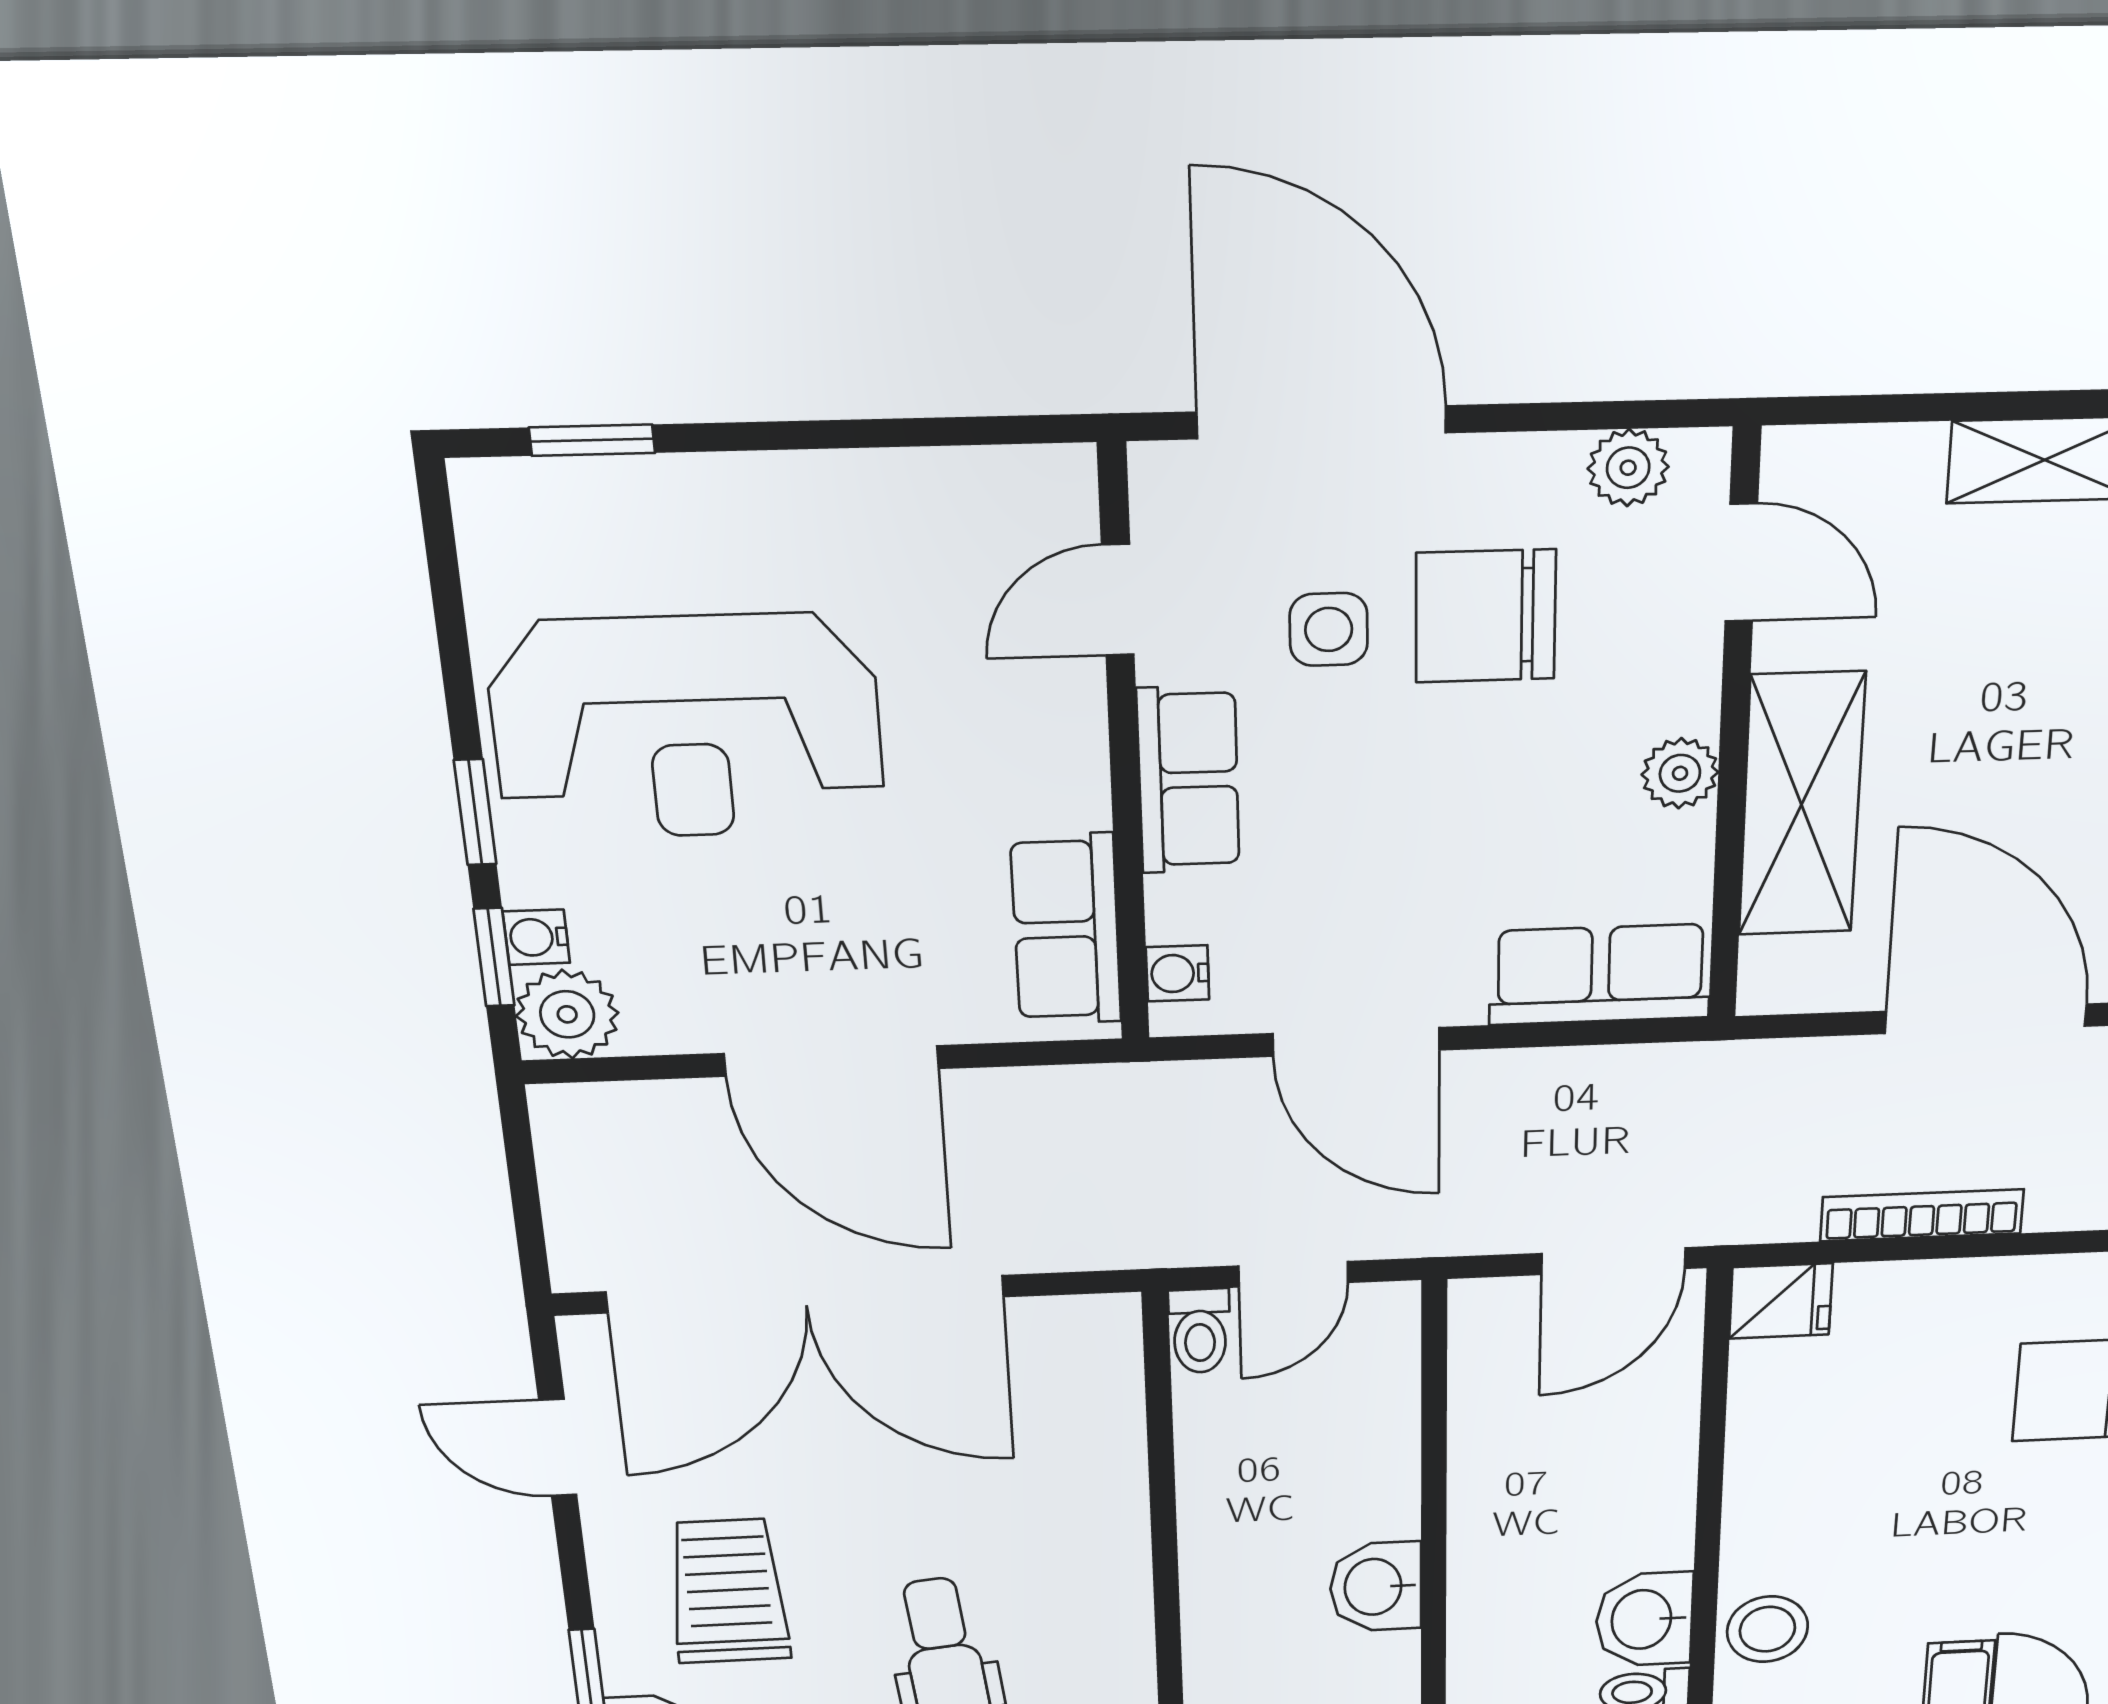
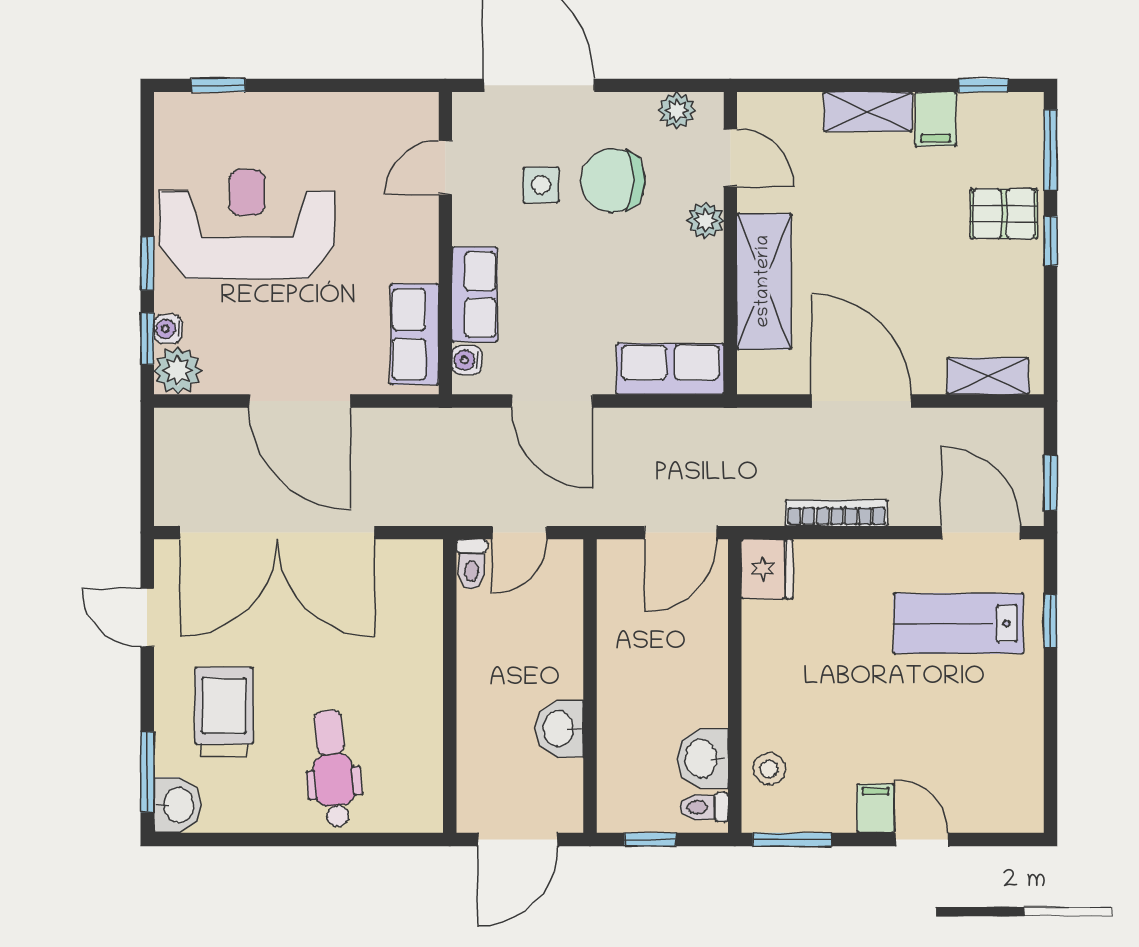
reception desk: (687, 727) -> (247, 224), turned 180
plant: (1680, 773) -> (706, 220), moved
row of seats: (1188, 780) -> (475, 295), moved
fridge: (1781, 1301) -> (767, 569), width x1.38
stool: (1767, 1629) -> (769, 769), width x0.73, depth x0.73

